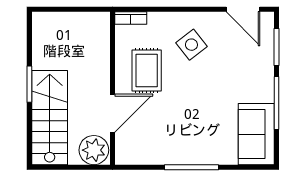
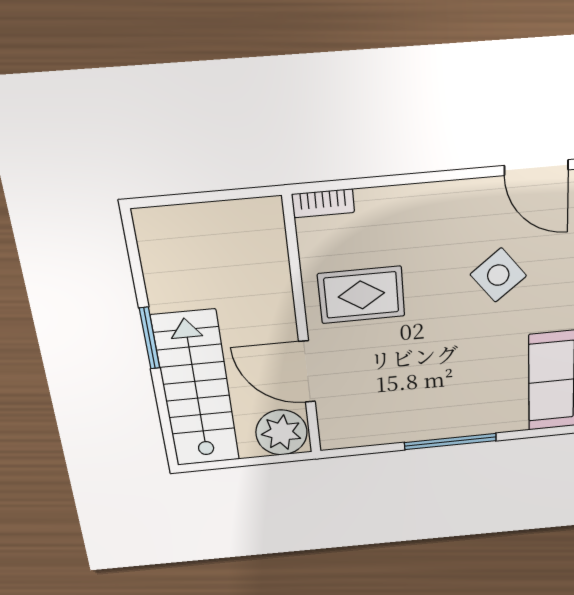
side table: (191, 45) -> (498, 275), moved
rug: (147, 71) -> (361, 295), turned 90
door: (112, 113) -> (307, 372), swing flipped

